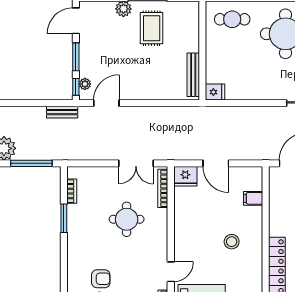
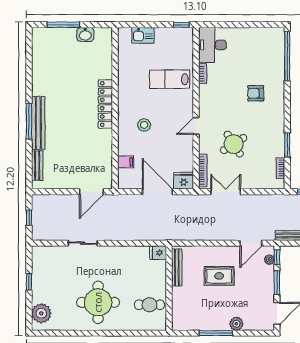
cafe table: (232, 19) -> (149, 305), moved
rug: (152, 28) -> (219, 276), moved, turned 90
door: (216, 163) -> (157, 192), width x1.36
round table: (127, 219) -> (234, 144), turned -32
door: (171, 272) -> (196, 126), moved

